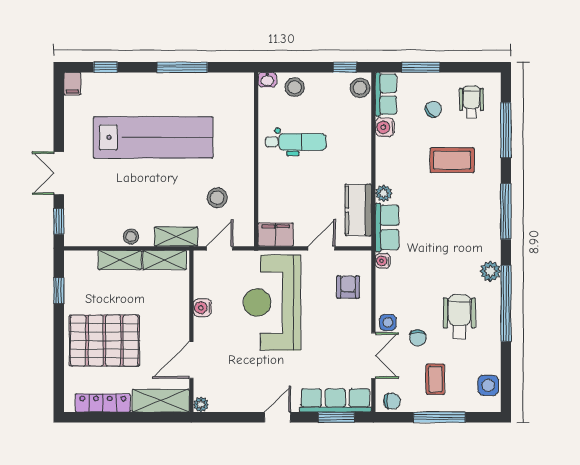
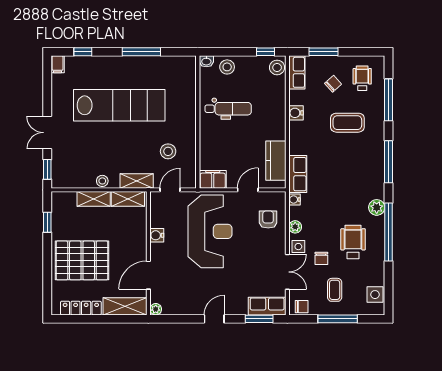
water cooler: (385, 127) -> (296, 113), moved
plant: (384, 193) -> (295, 227), moved
reception desk: (272, 303) -> (210, 231), turned 180
row of seats: (335, 400) -> (267, 306), width x0.68

